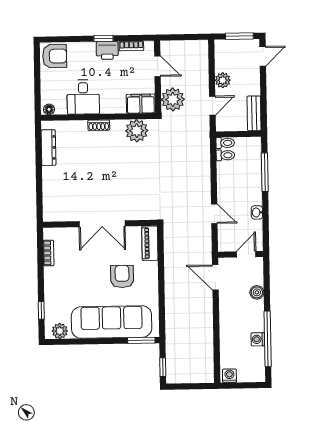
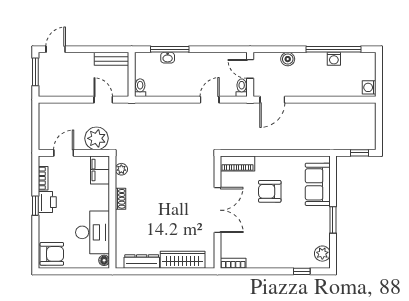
armchair: (55, 56) -> (52, 254), turned 90
door: (263, 56) -> (56, 49), hinge flipped
plant: (223, 80) -> (78, 89), removed
desk: (83, 97) -> (93, 232), width x1.37
shoe rack: (99, 125) -> (121, 199), moved
plant: (137, 131) -> (121, 169), width x0.53, depth x0.53
toilet: (225, 155) -> (242, 88), moved
wardrobe: (51, 189) -> (183, 260), added
washbasin: (257, 212) -> (168, 58), moved
bookcase: (48, 253) -> (233, 263), moved
sofa: (112, 322) -> (318, 184), width x0.54, depth x0.79
window: (141, 340) -> (333, 220), moved

